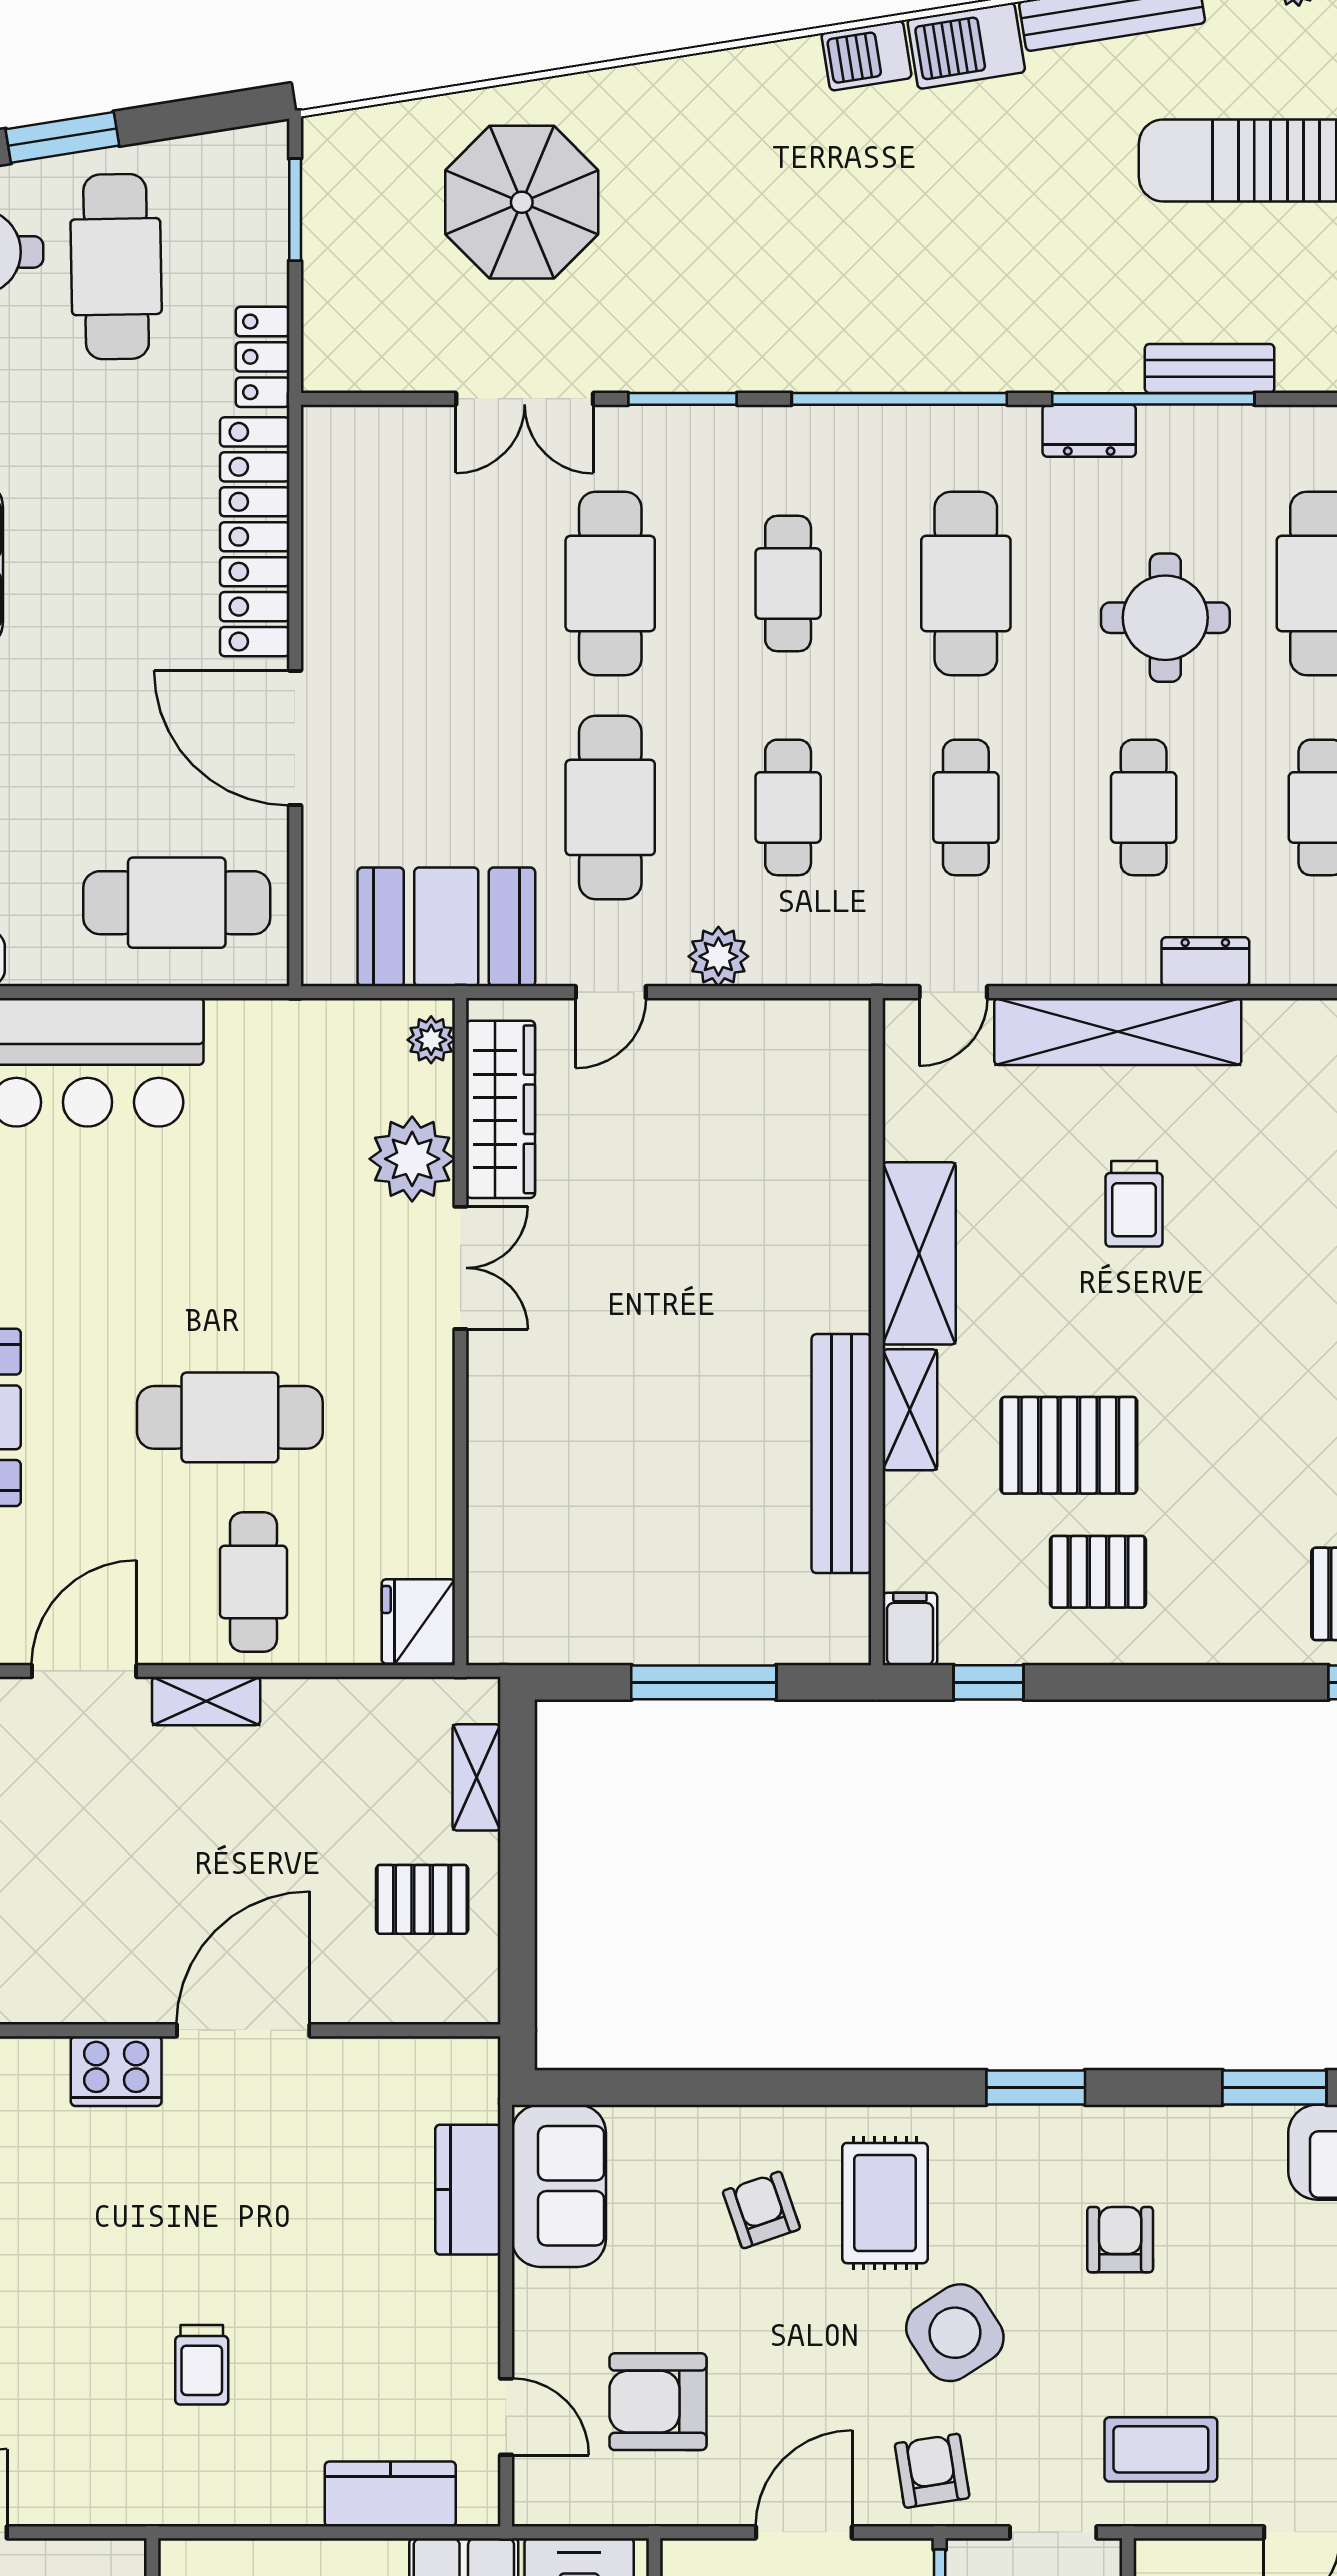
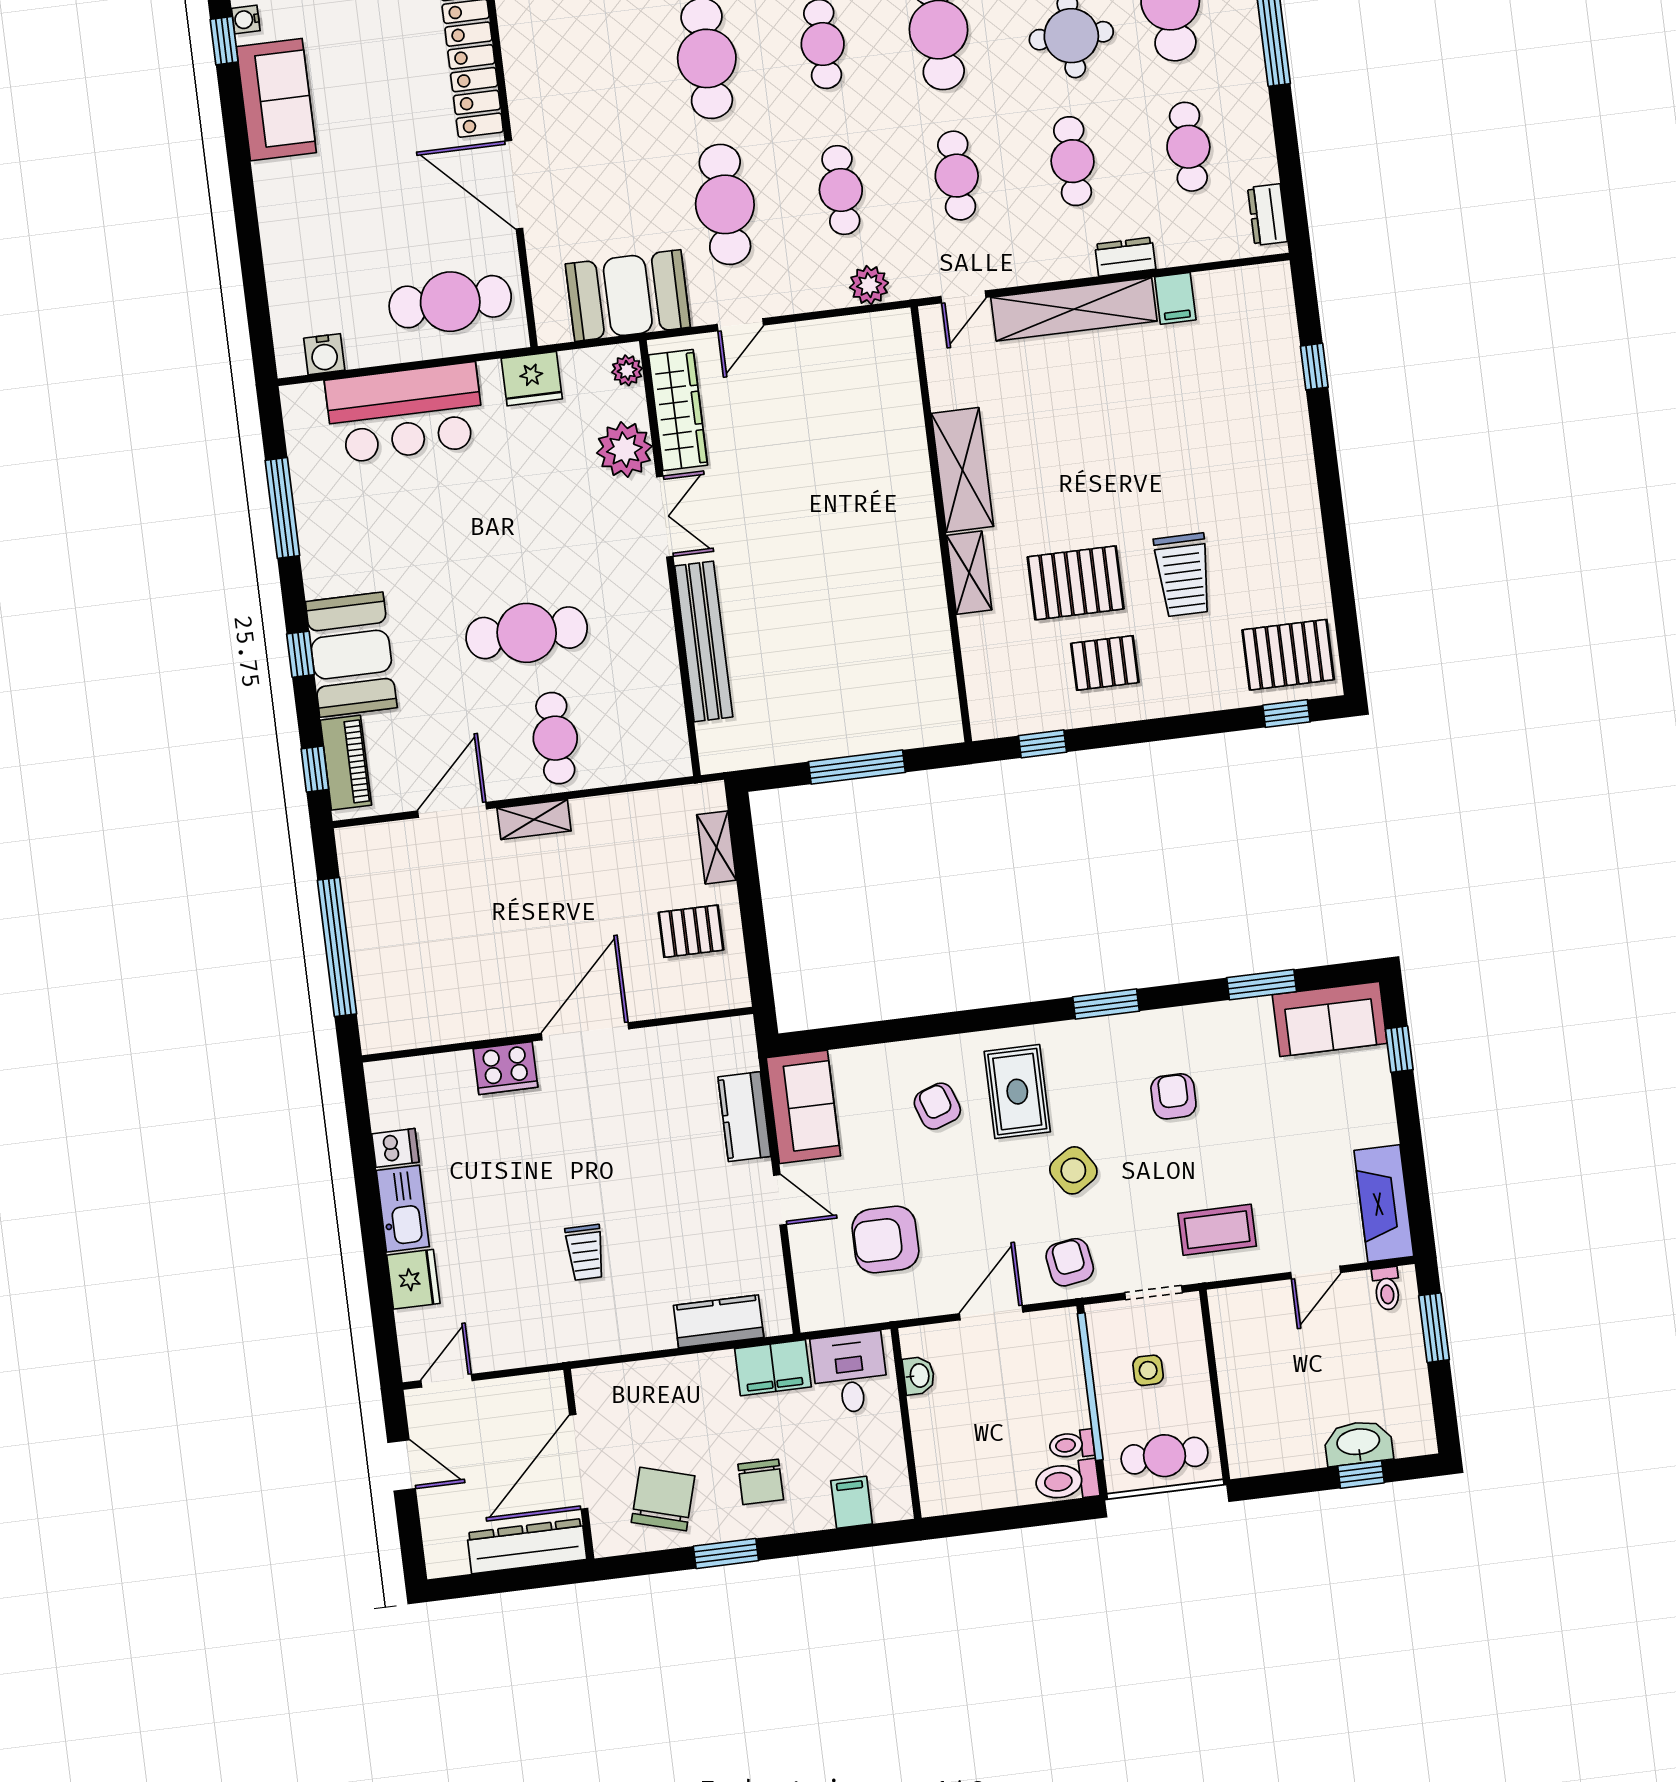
plant: (718, 956) -> (869, 285), moved
trolley: (1134, 1204) -> (1183, 575), moved, width x1.36, depth x1.39
bench: (841, 1454) -> (704, 641), moved
fridge: (418, 1621) -> (532, 379), moved, turned -90
filing cabinet: (910, 1629) -> (1175, 298), moved, turned 180
side table: (955, 2333) -> (1073, 1170), width x0.73, depth x0.73
door: (506, 2417) -> (780, 1200), moved

